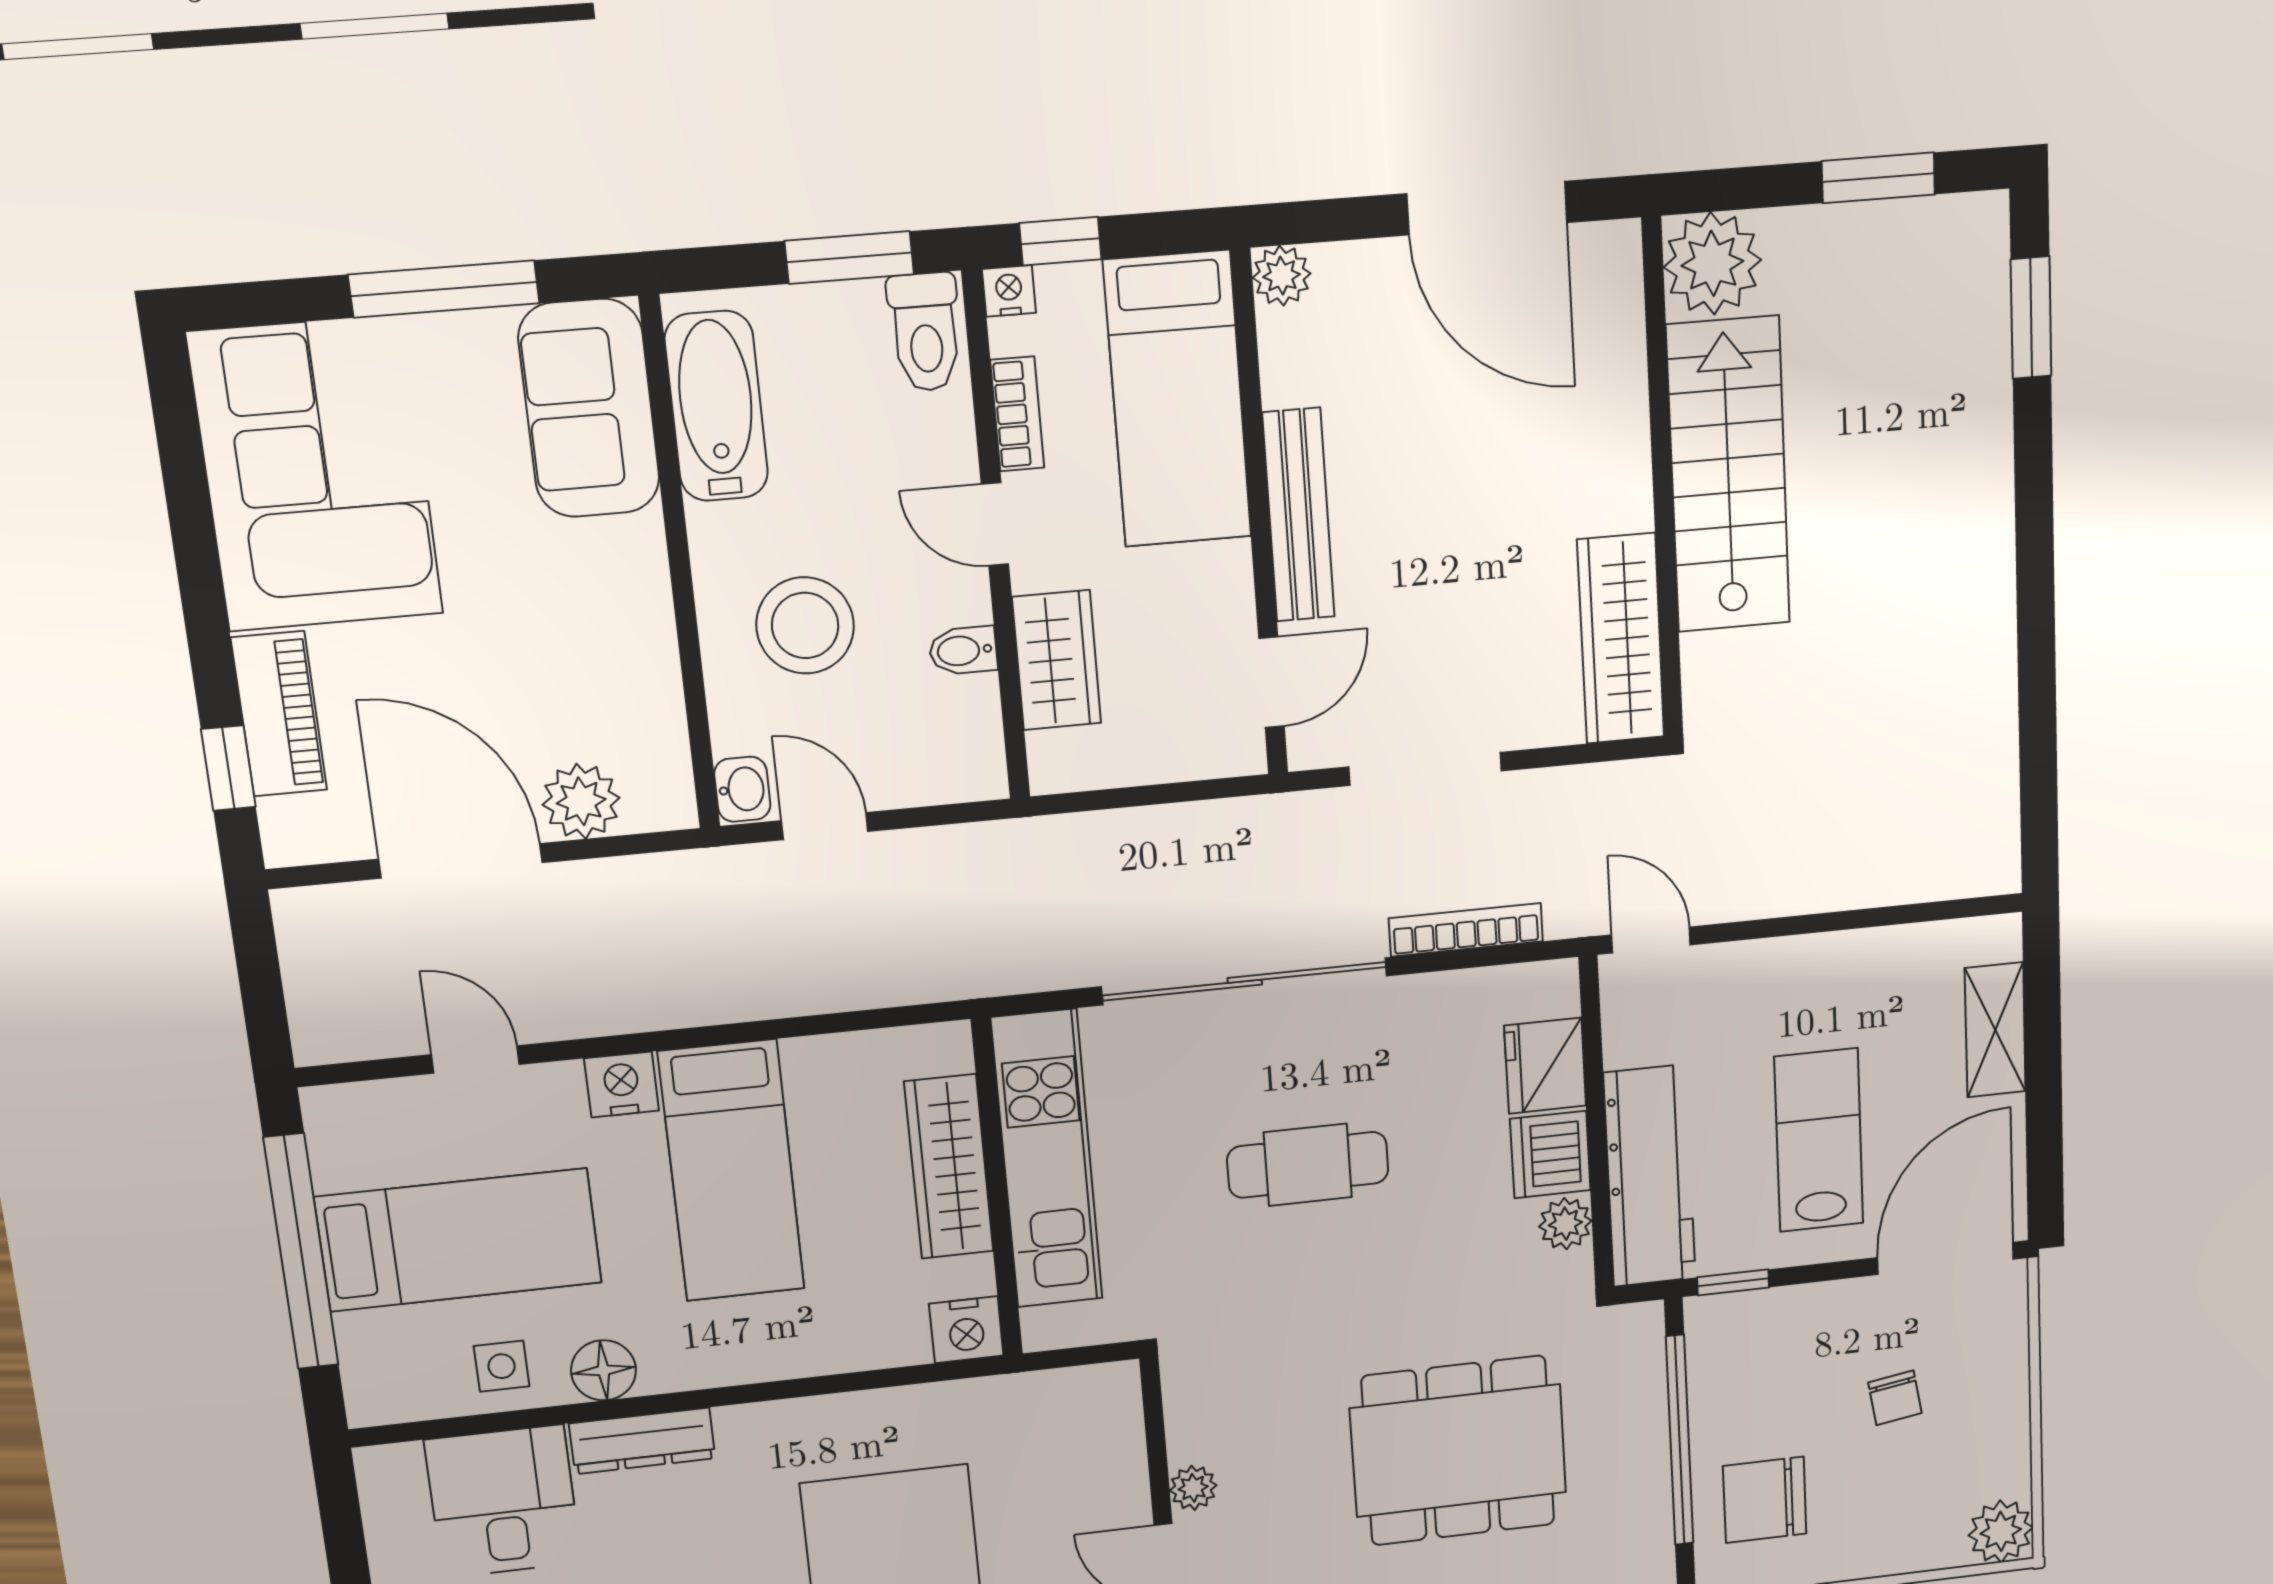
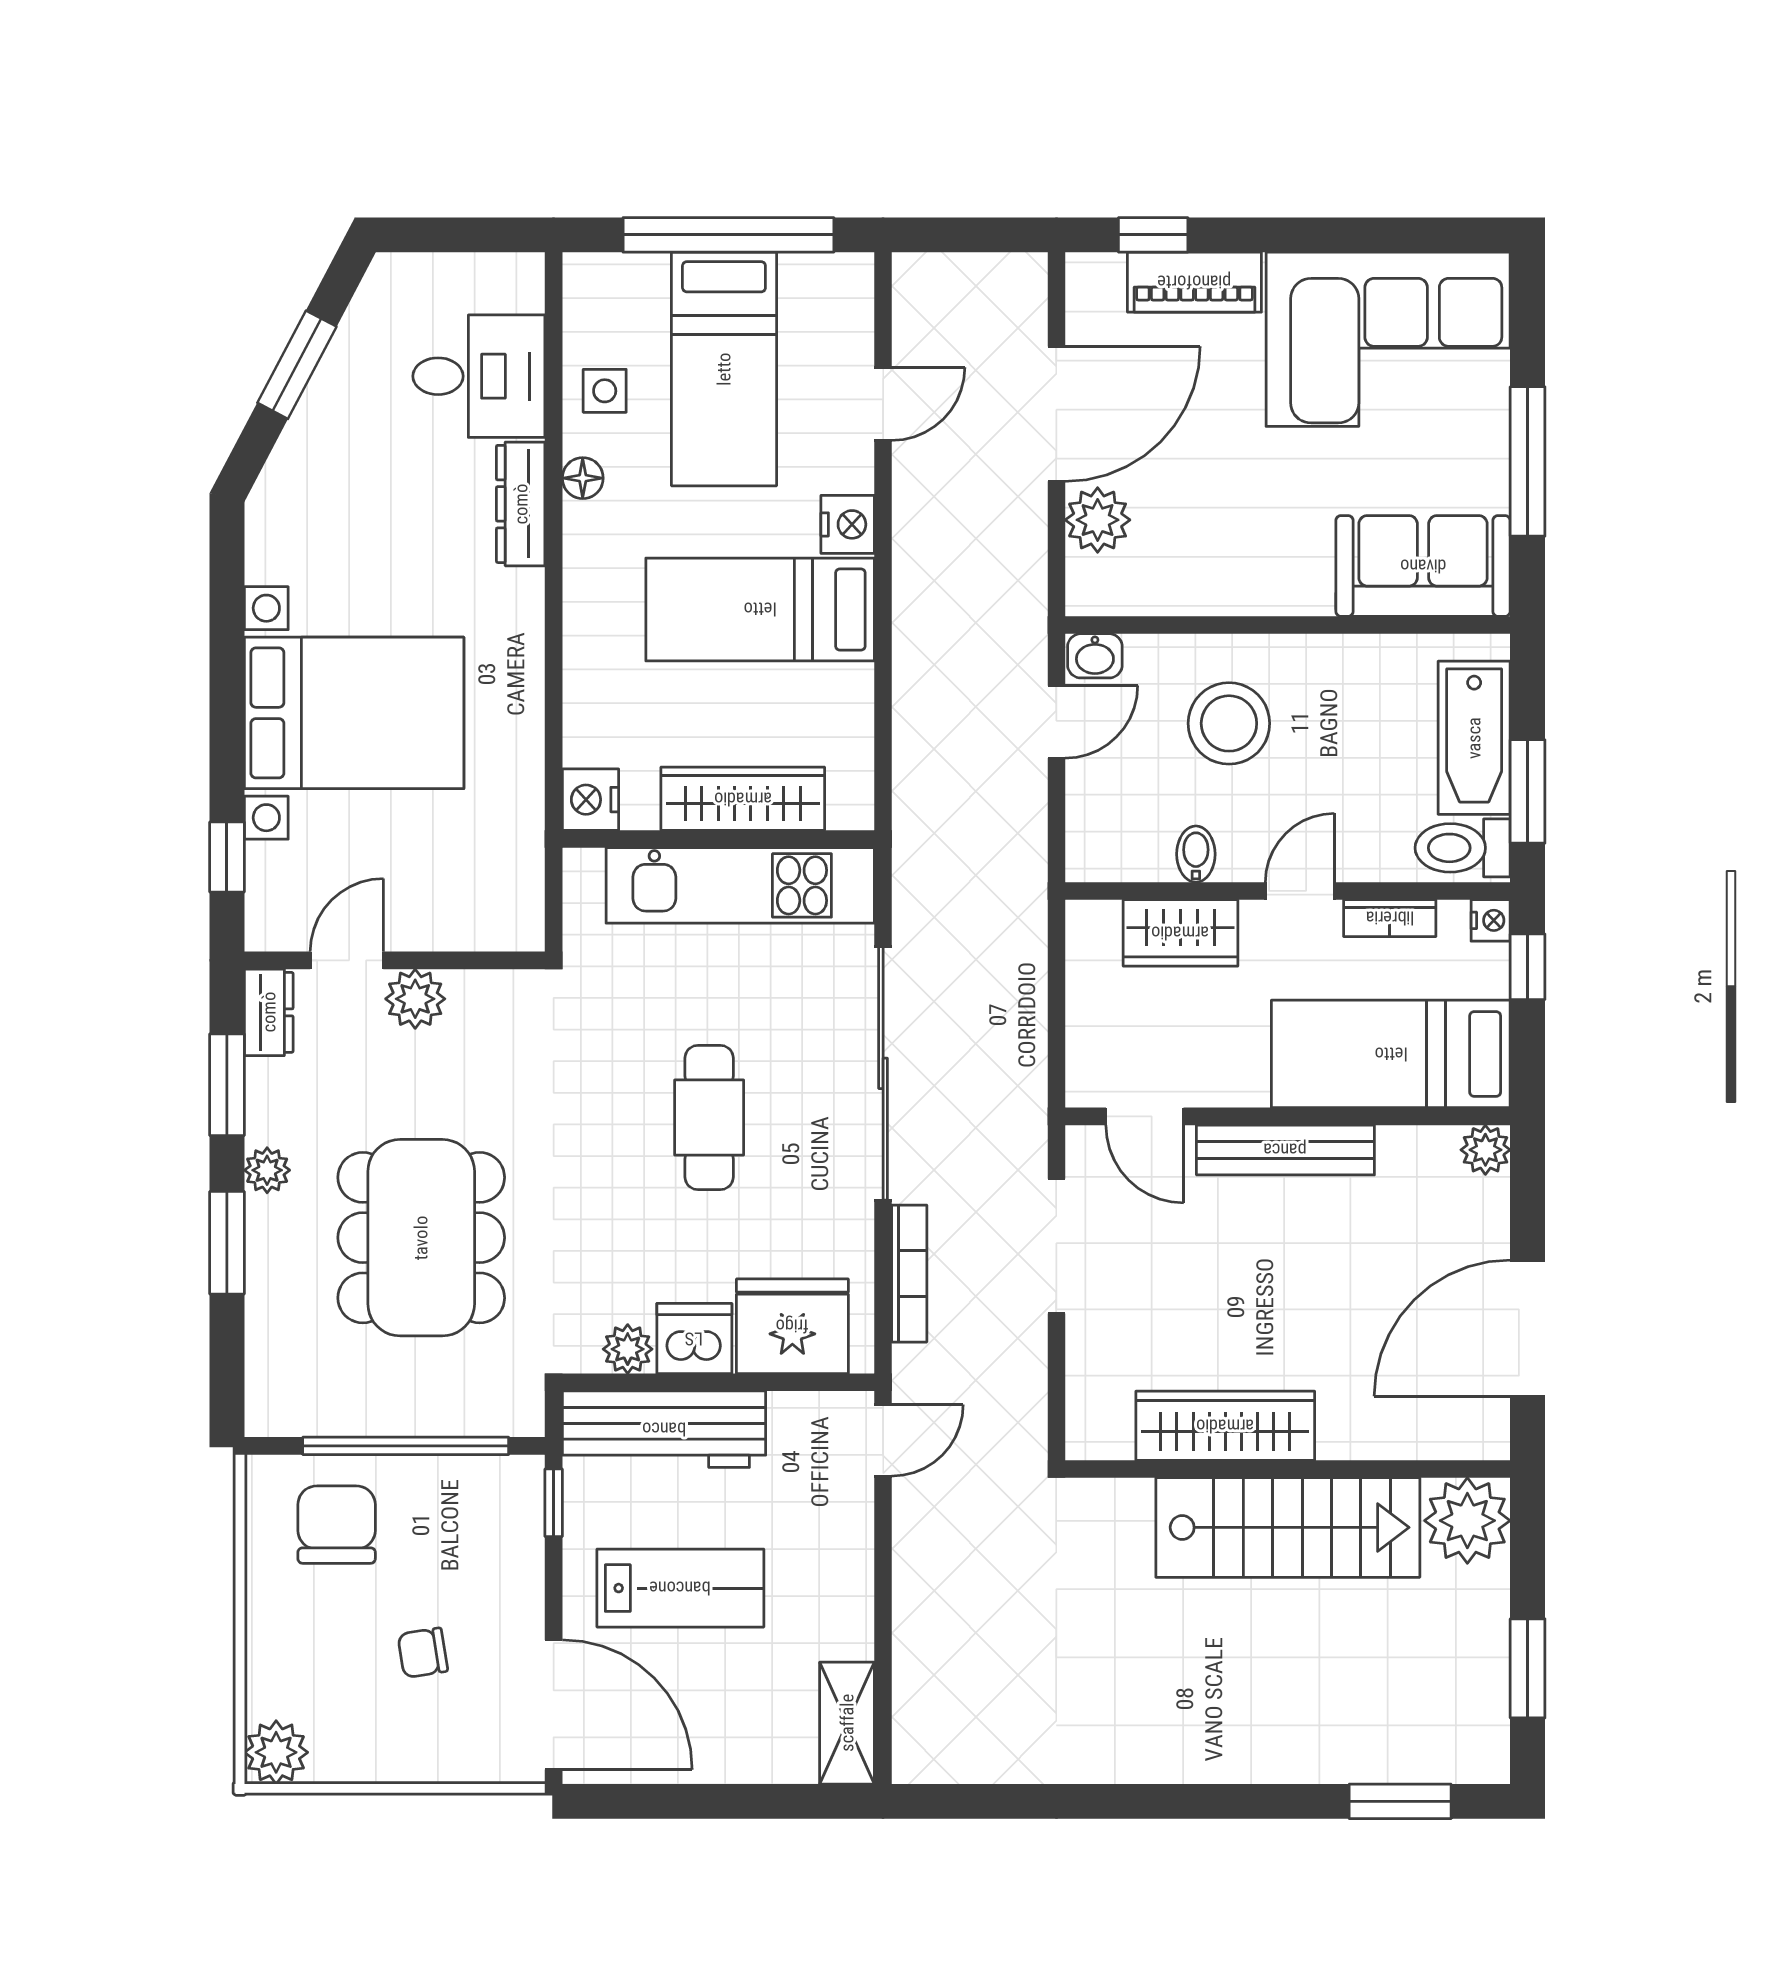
bathtub: (716, 406) -> (1474, 738), moved, turned 90
wardrobe: (1621, 639) -> (1225, 1426), moved
shelving: (1995, 1030) -> (847, 1723), moved, turned 90
fridge: (1545, 1066) -> (792, 1326), width x1.36, depth x1.34
floor lamp: (604, 1370) -> (583, 478), width x0.73, depth x0.73
plant: (1193, 1488) -> (415, 999), width x1.38, depth x1.38

